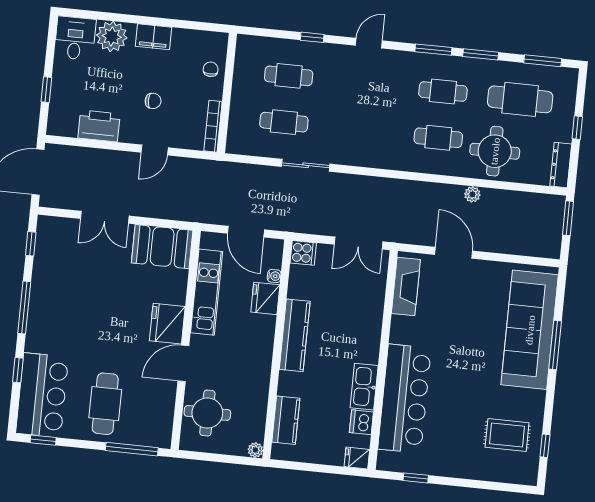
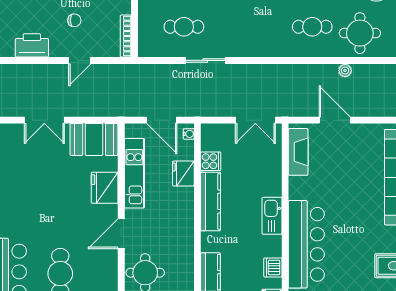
cooker: (303, 253) -> (211, 161), moved
water cooler: (274, 276) -> (189, 134), moved
fridge: (167, 324) -> (105, 188), moved
kitchen sink: (364, 387) -> (272, 216), moved

